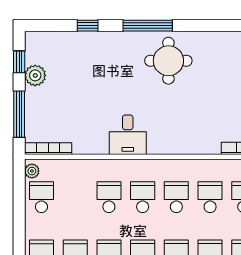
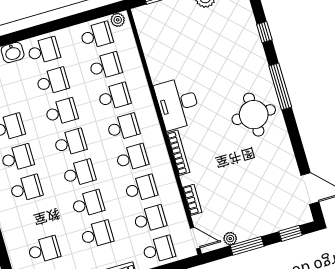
desk: (128, 135) -> (178, 103), width x1.37
bookcase: (48, 149) -> (178, 153), moved
school desk: (75, 197) -> (105, 66), added

